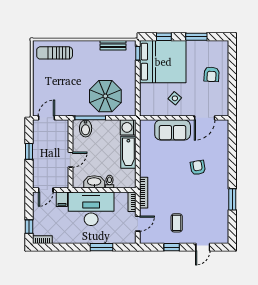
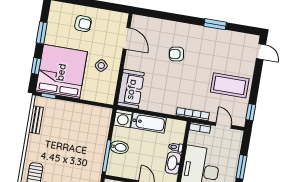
parasol: (105, 96) -> (87, 137), removed
bidet: (86, 128) -> (119, 147), moved
sofa: (173, 130) -> (131, 89), moved
coffee table: (177, 223) -> (230, 85), width x1.86, depth x1.72
window: (172, 247) -> (251, 112), moved
door: (203, 247) -> (261, 52), moved

